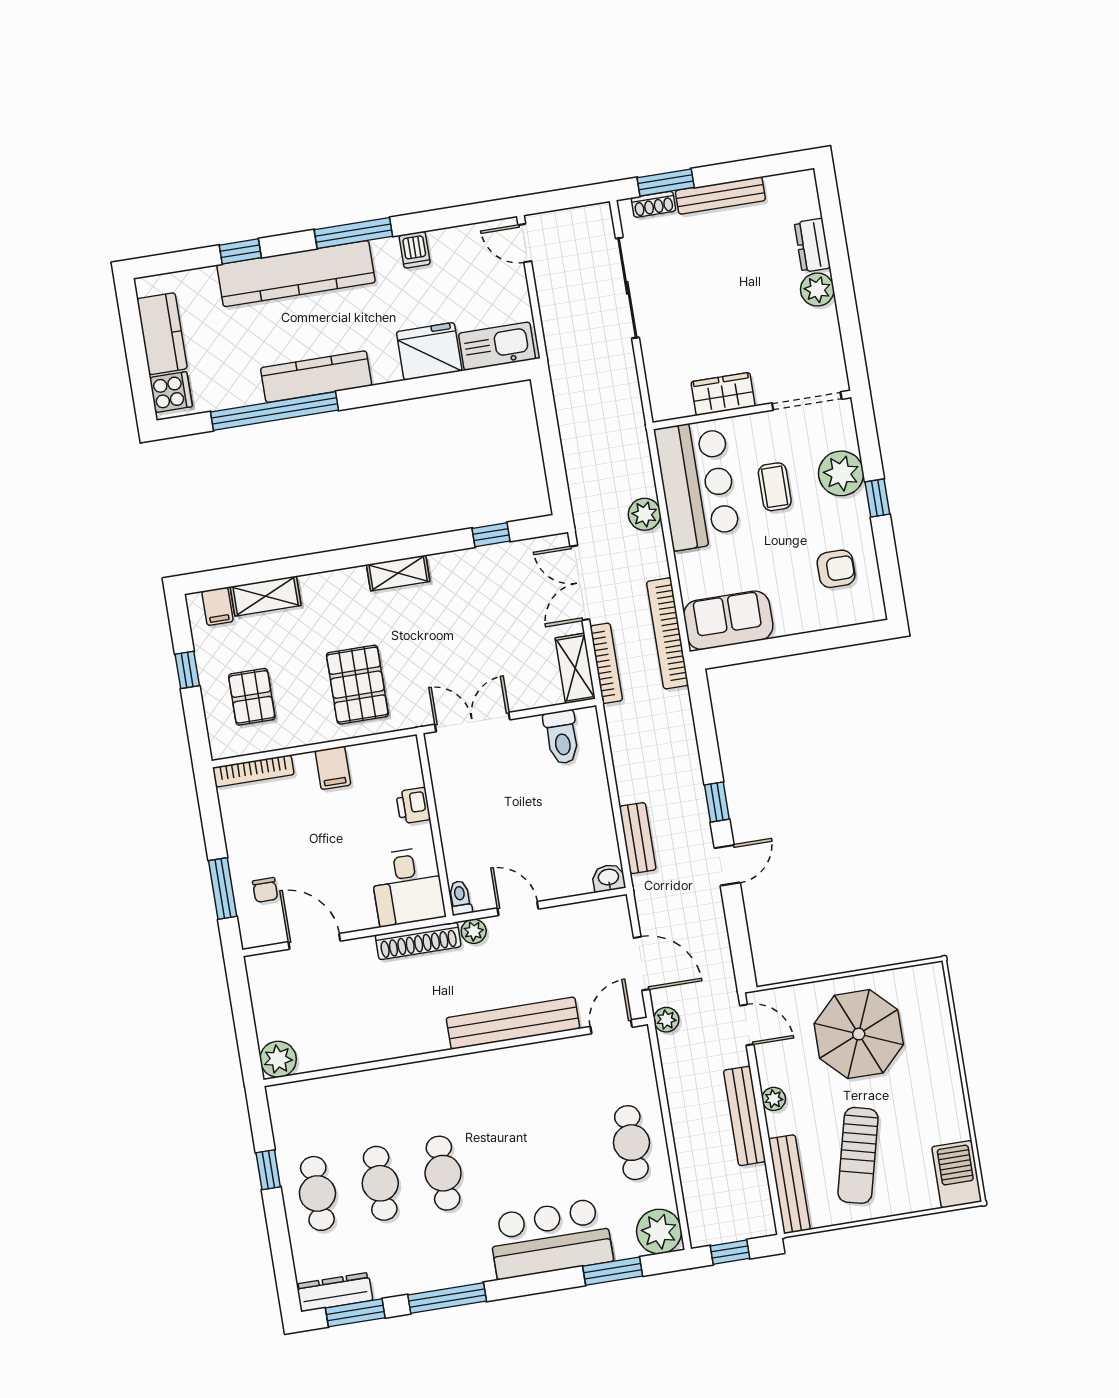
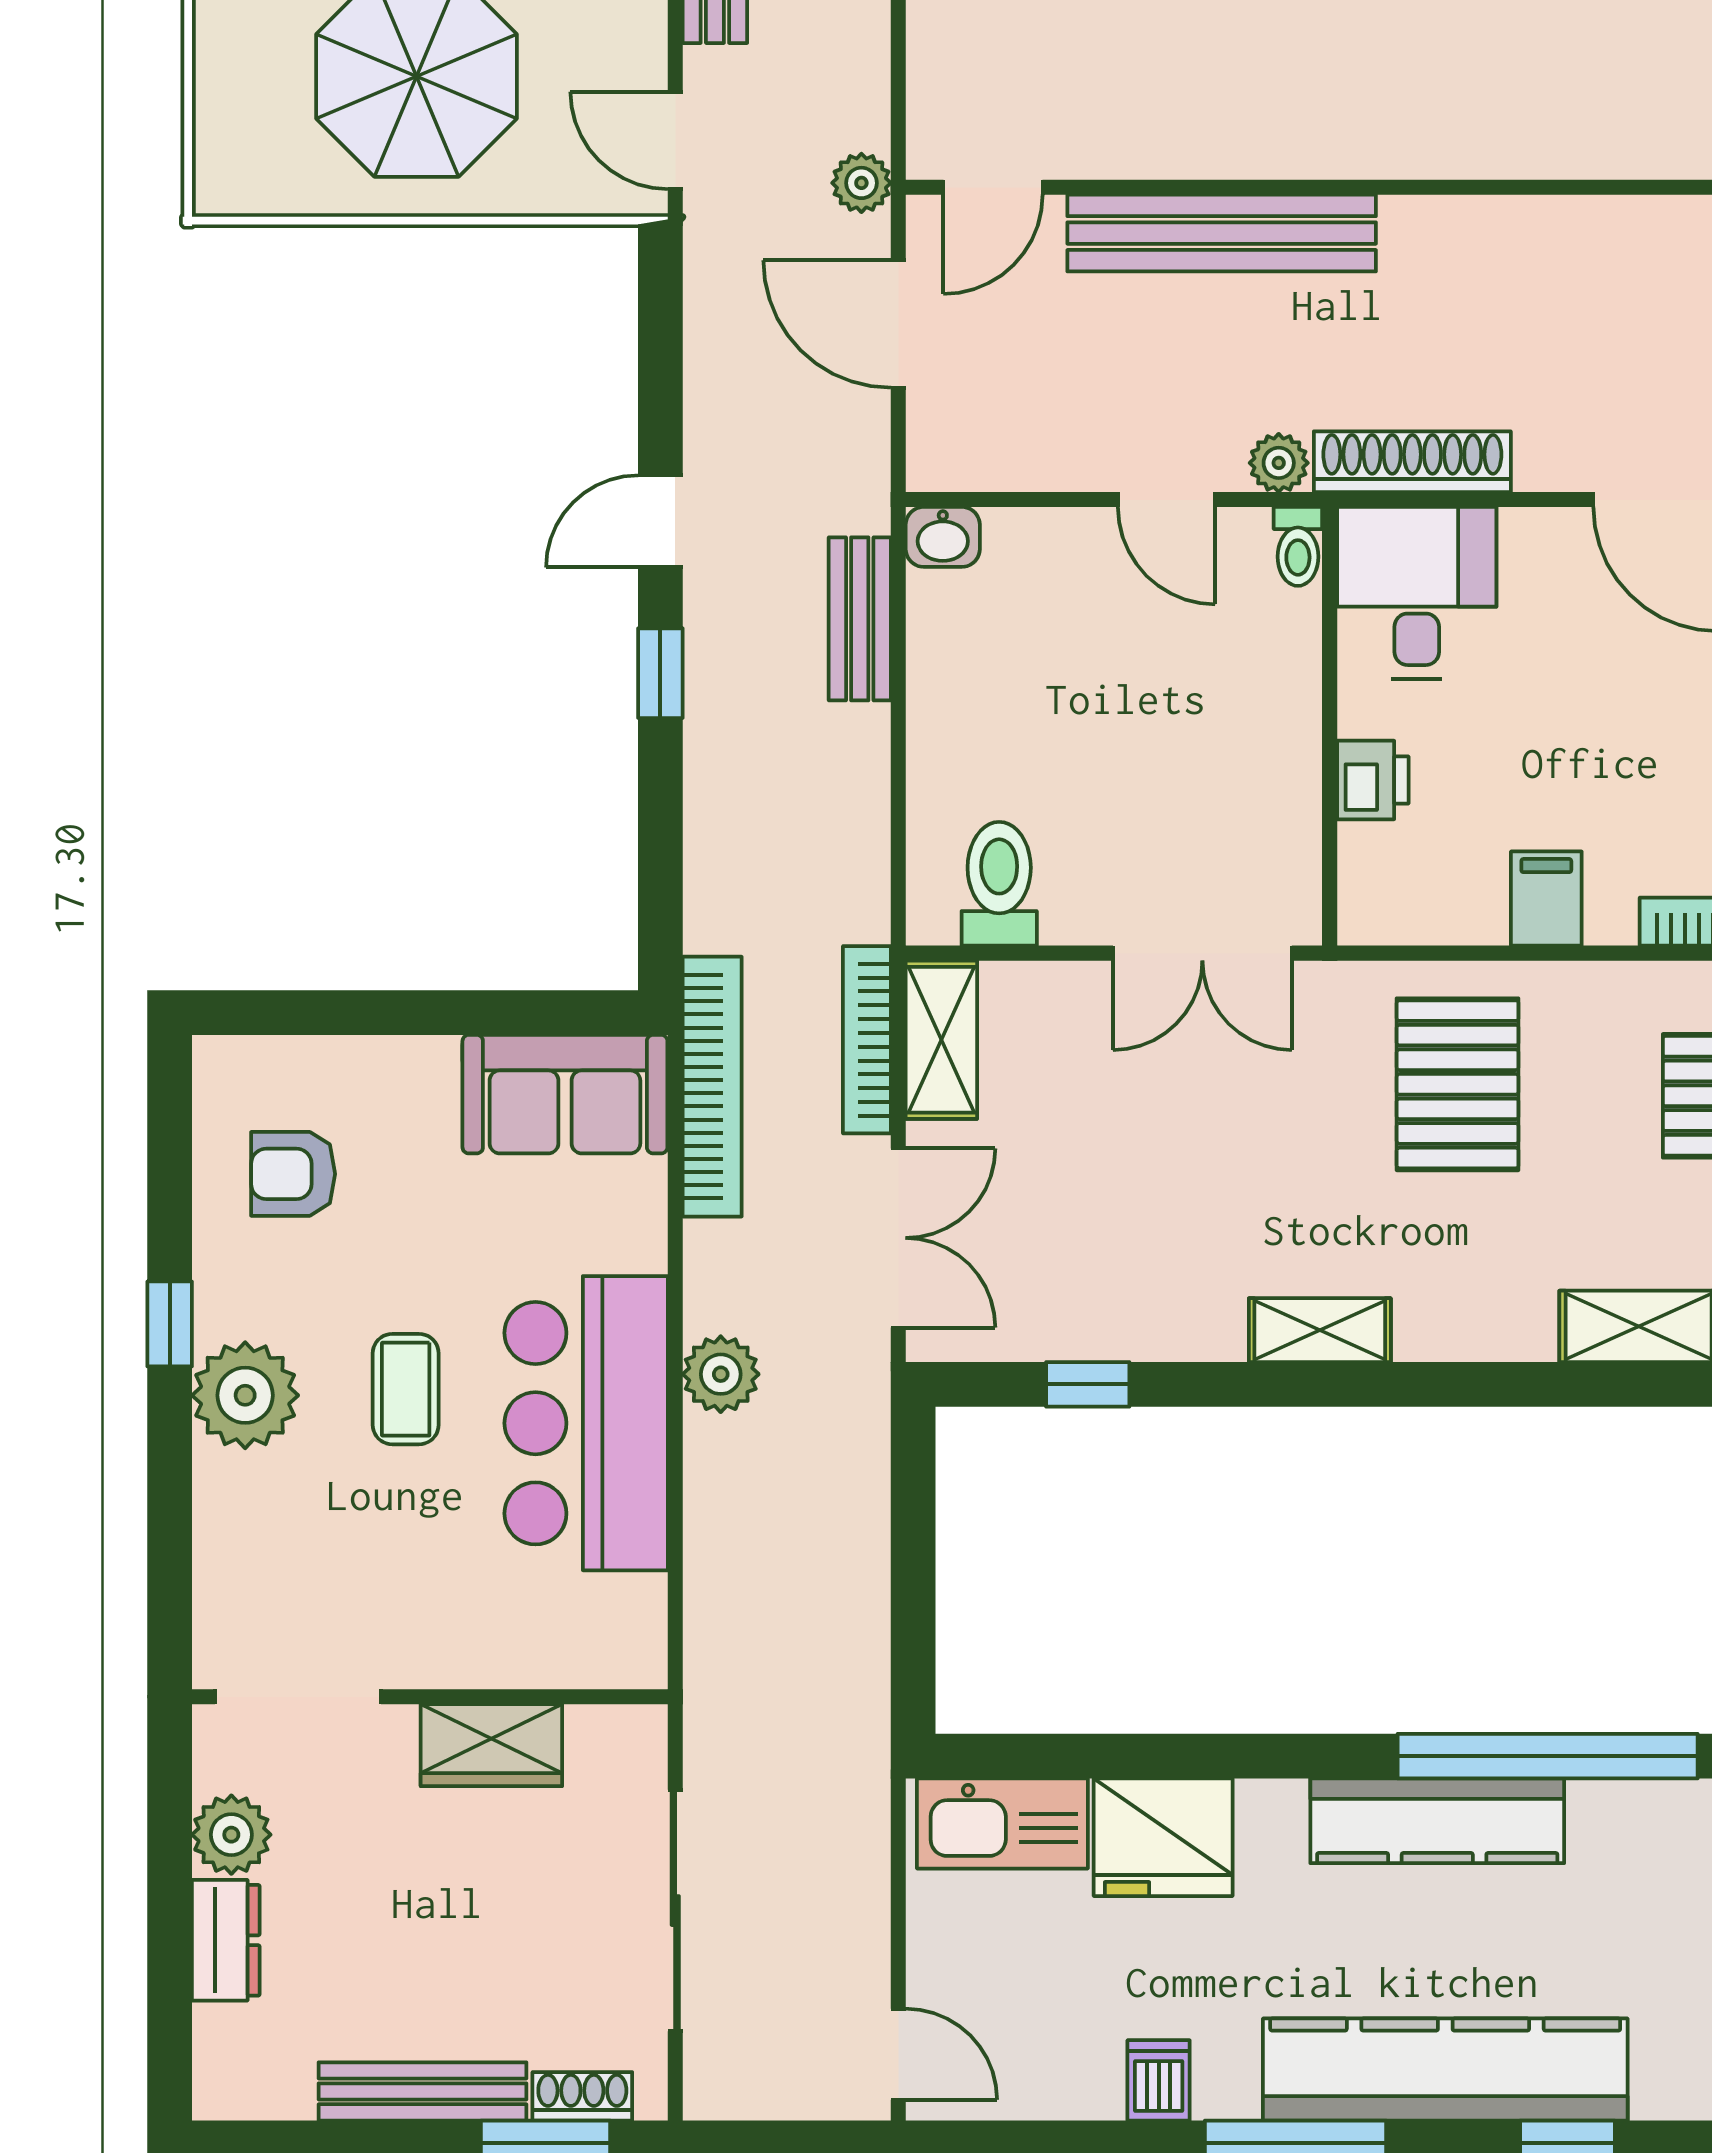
wardrobe: (723, 394) -> (491, 1745), moved
doorway: (807, 401) -> (298, 1697), moved
wall: (752, 410) -> (430, 1697), moved

